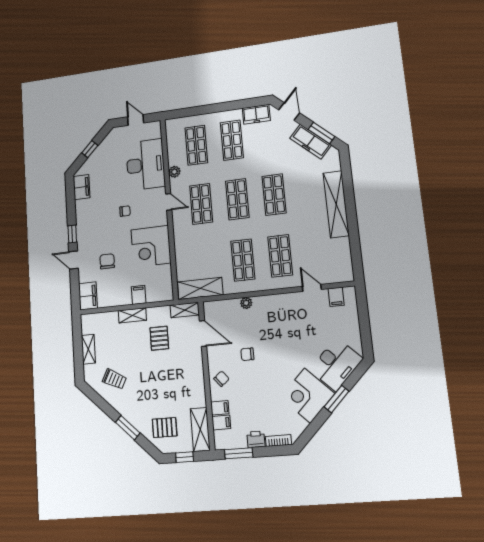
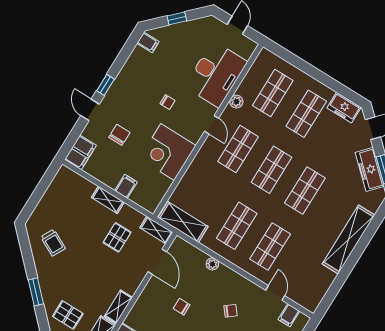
filing cabinet: (82, 187) -> (148, 42), width x0.50
shelving: (88, 349) -> (118, 307), moved
chair: (221, 379) -> (231, 311), moved

